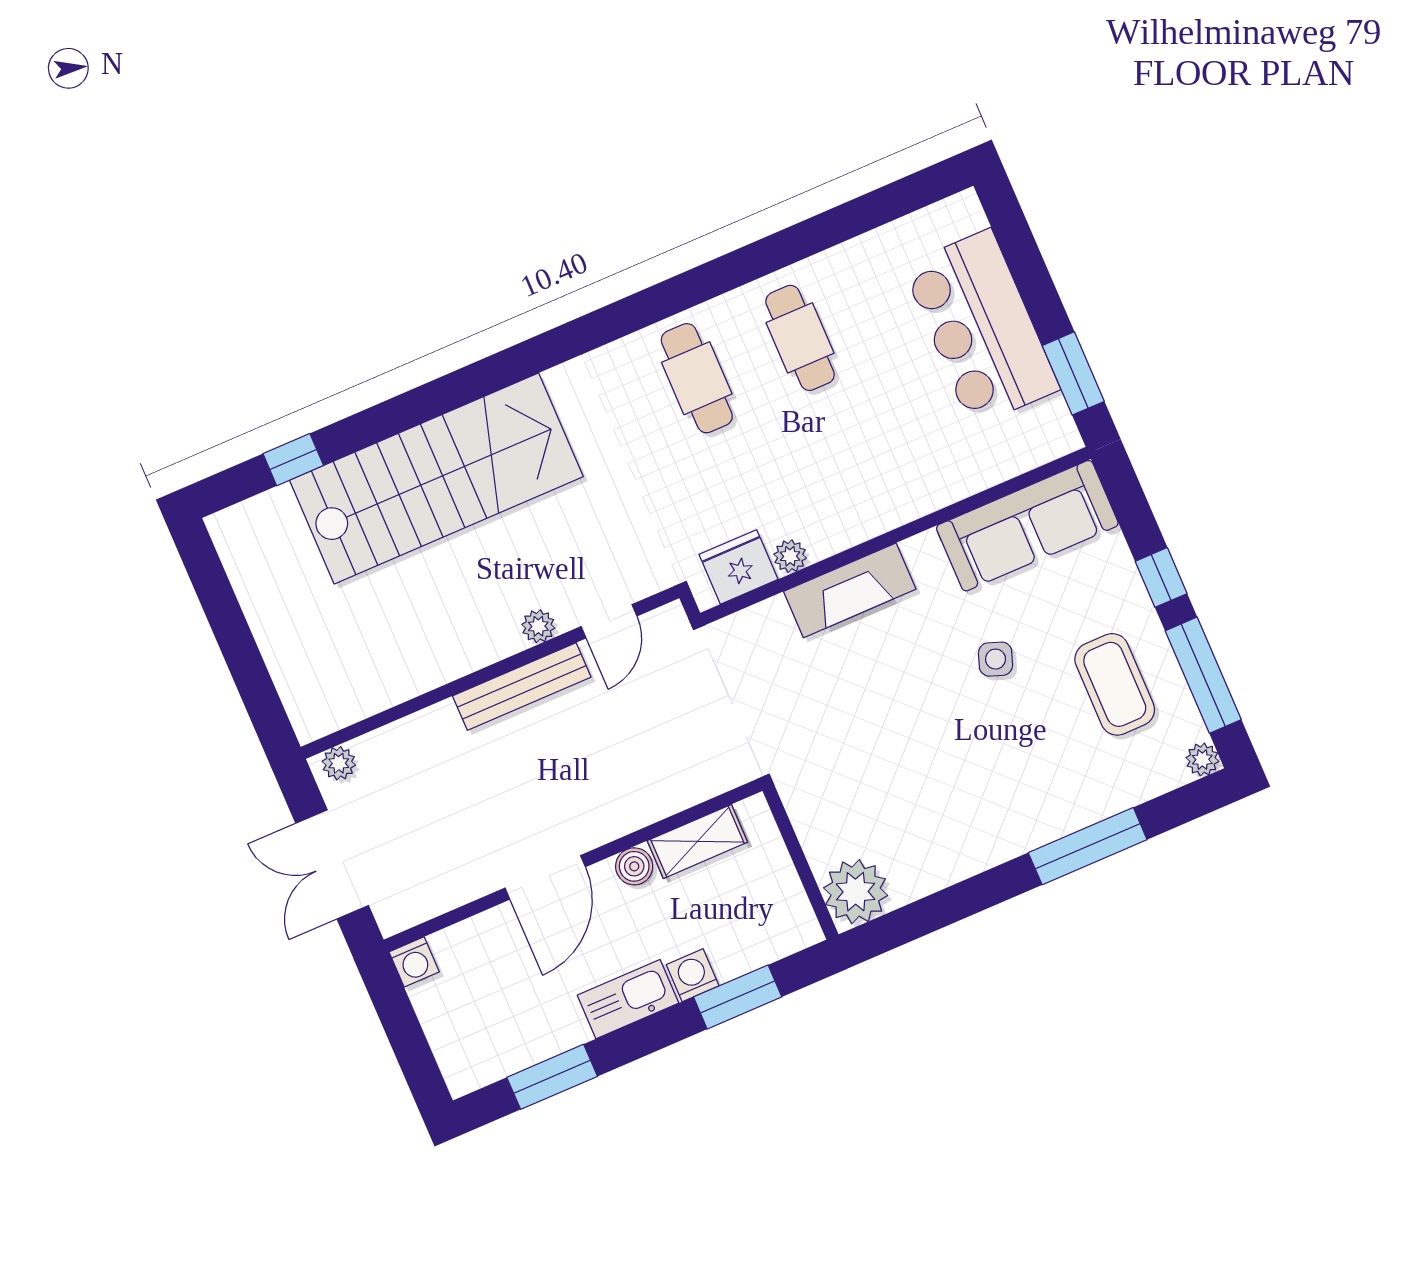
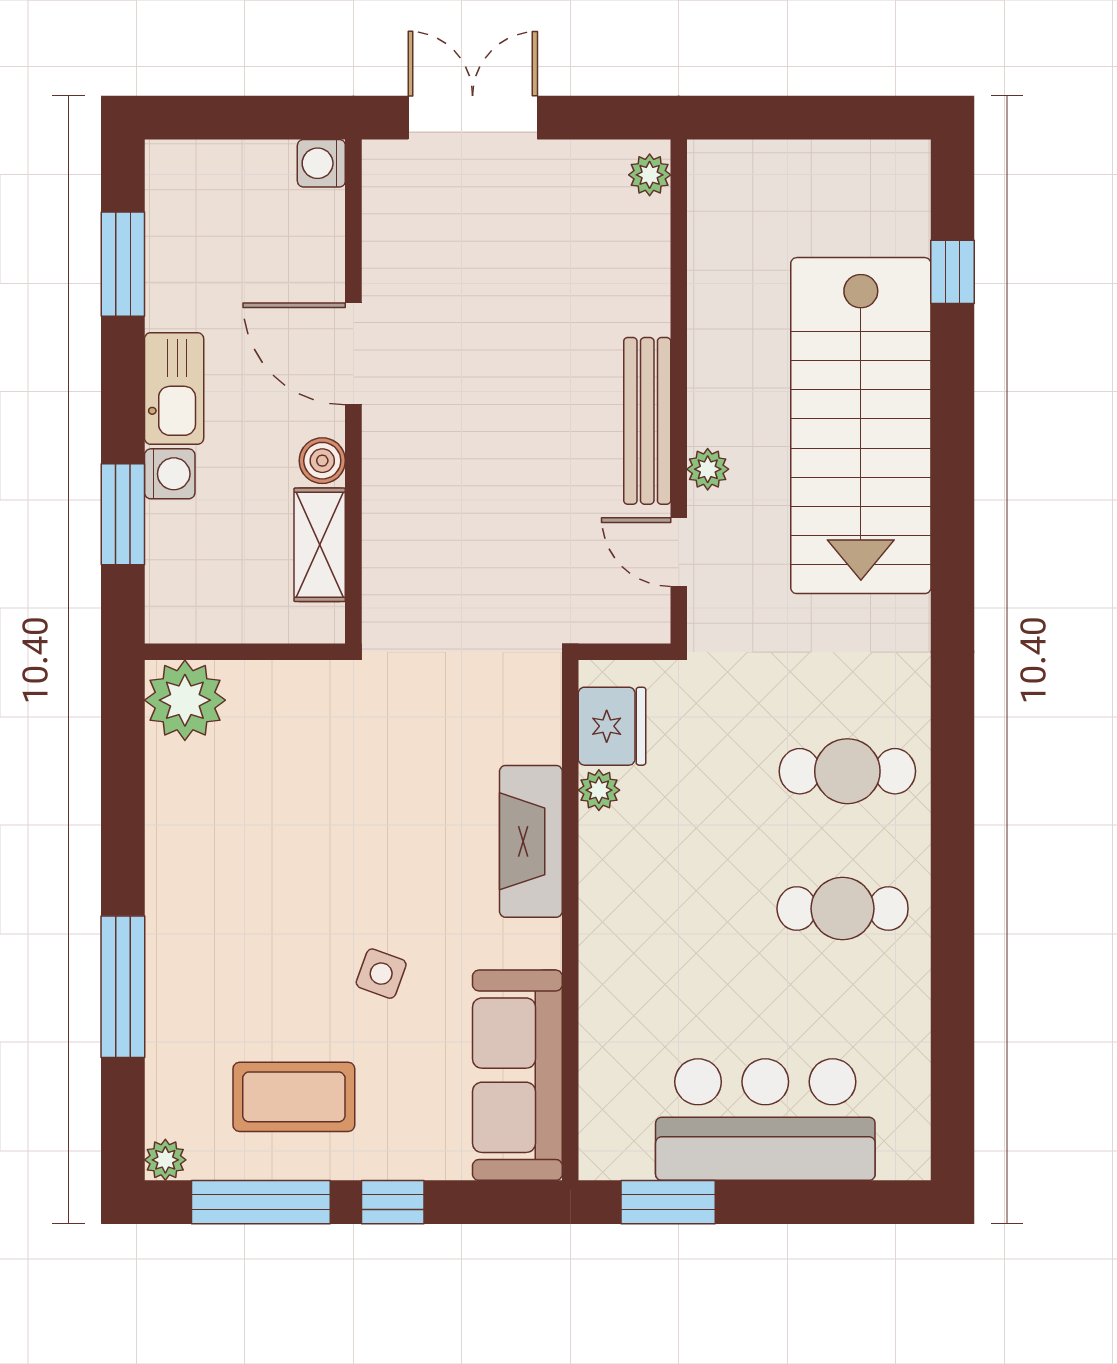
door: (609, 621) -> (679, 552), moved
plant: (538, 626) -> (708, 469), moved
wall: (490, 672) -> (679, 392), moved
bench: (522, 686) -> (647, 421), moved
plant: (339, 763) -> (650, 175), moved

